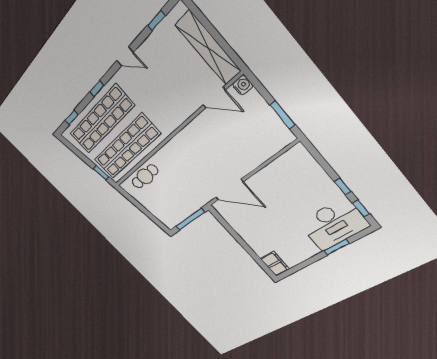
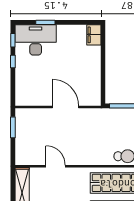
water cooler: (243, 85) -> (21, 160), removed
door: (214, 98) -> (56, 166), moved
door: (229, 190) -> (65, 107), moved

